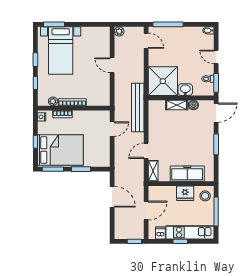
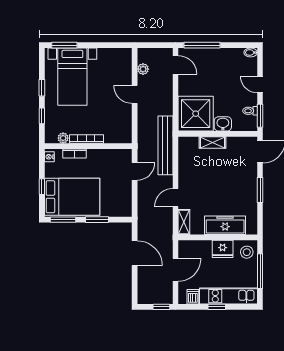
plant: (119, 31) -> (143, 69), moved
boiler: (193, 105) -> (233, 142), removed

